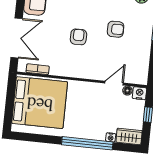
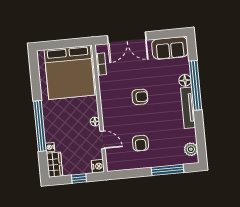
armchair: (116, 29) -> (140, 143), moved
floor lamp: (127, 91) -> (95, 122), moved

